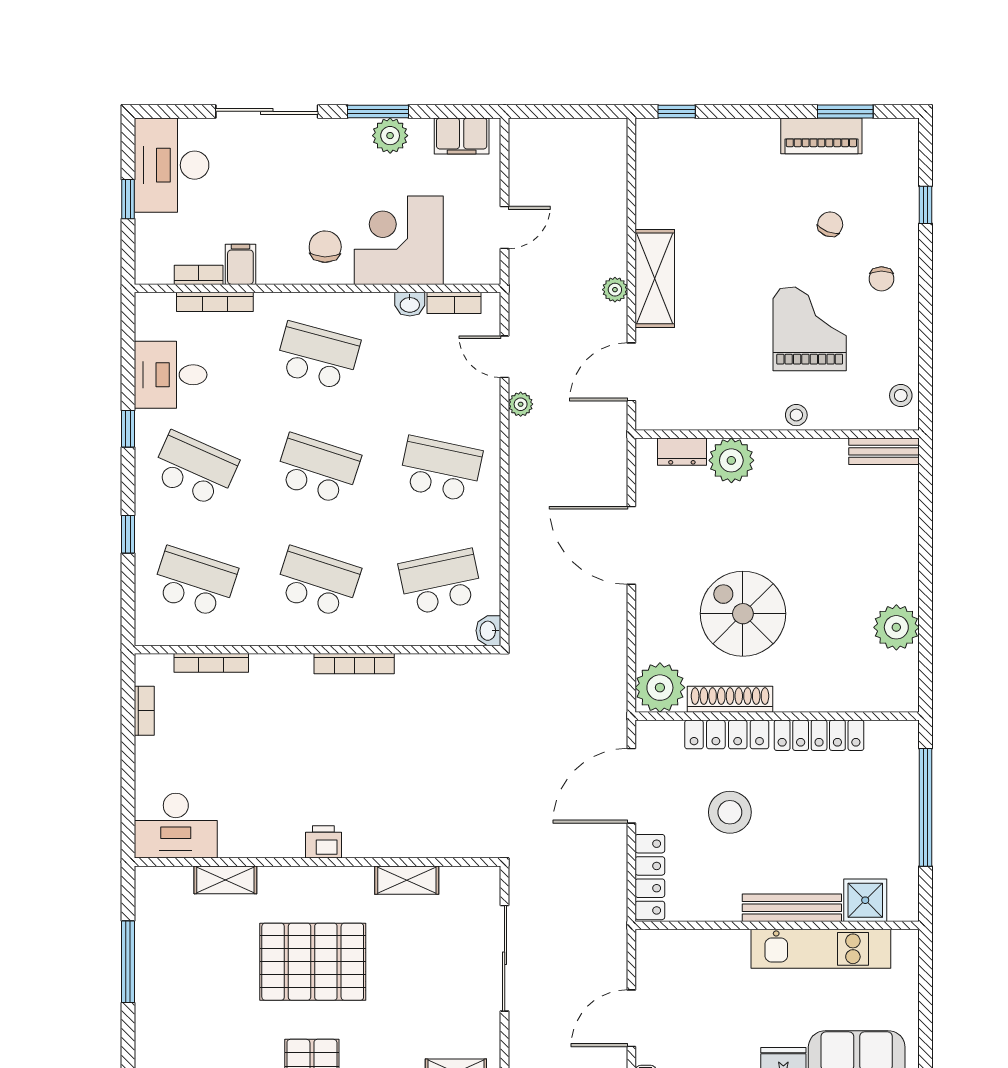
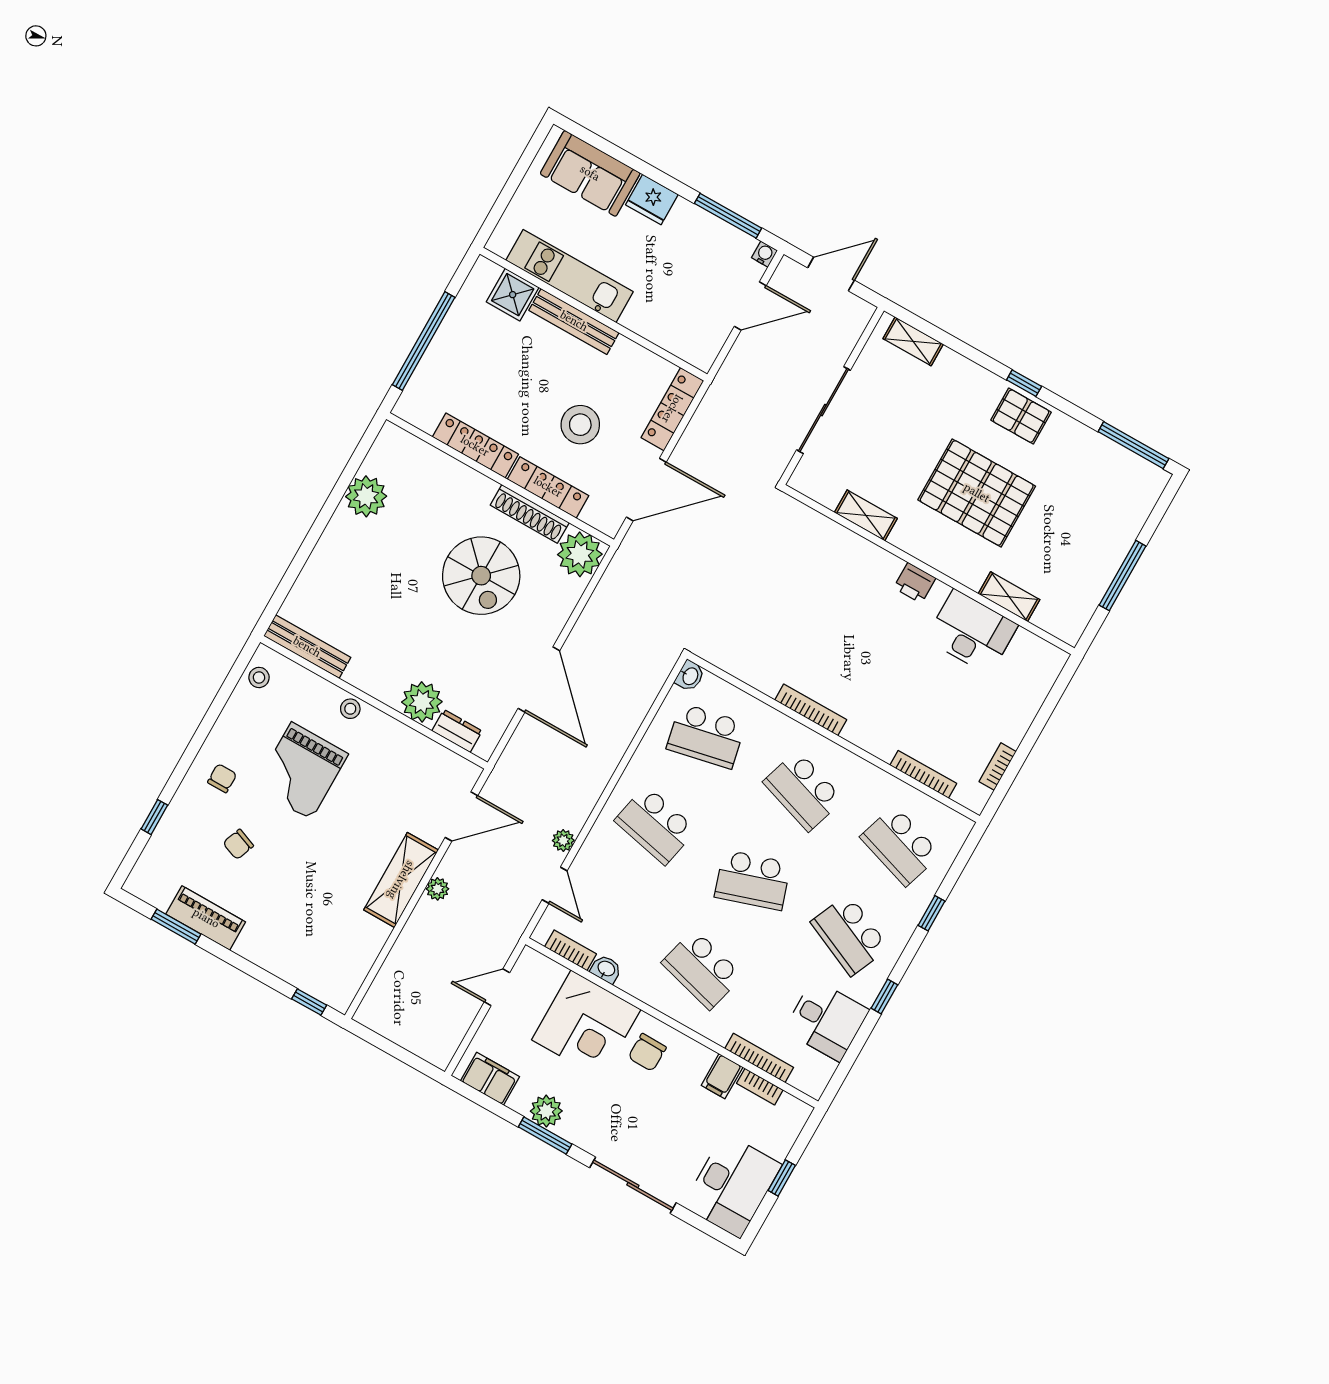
bench: (884, 451) -> (307, 647), width x1.36
school desk: (318, 469) -> (753, 880), turned -36
desk: (176, 826) -> (972, 632), moved

